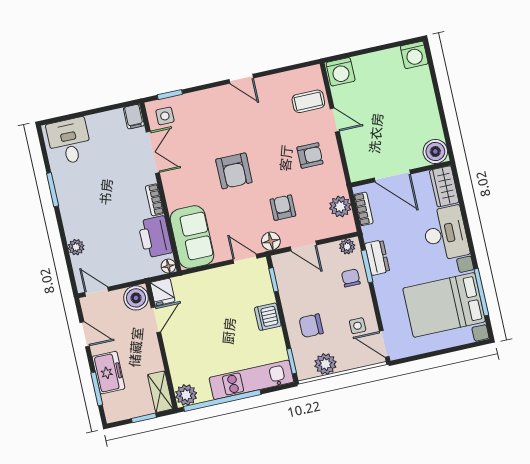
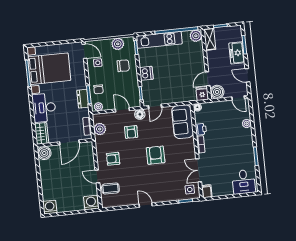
door: (392, 176) -> (69, 142), swing flipped
printer: (155, 237) -> (201, 129), width x0.53, depth x0.68
door: (245, 259) -> (155, 106), hinge flipped

